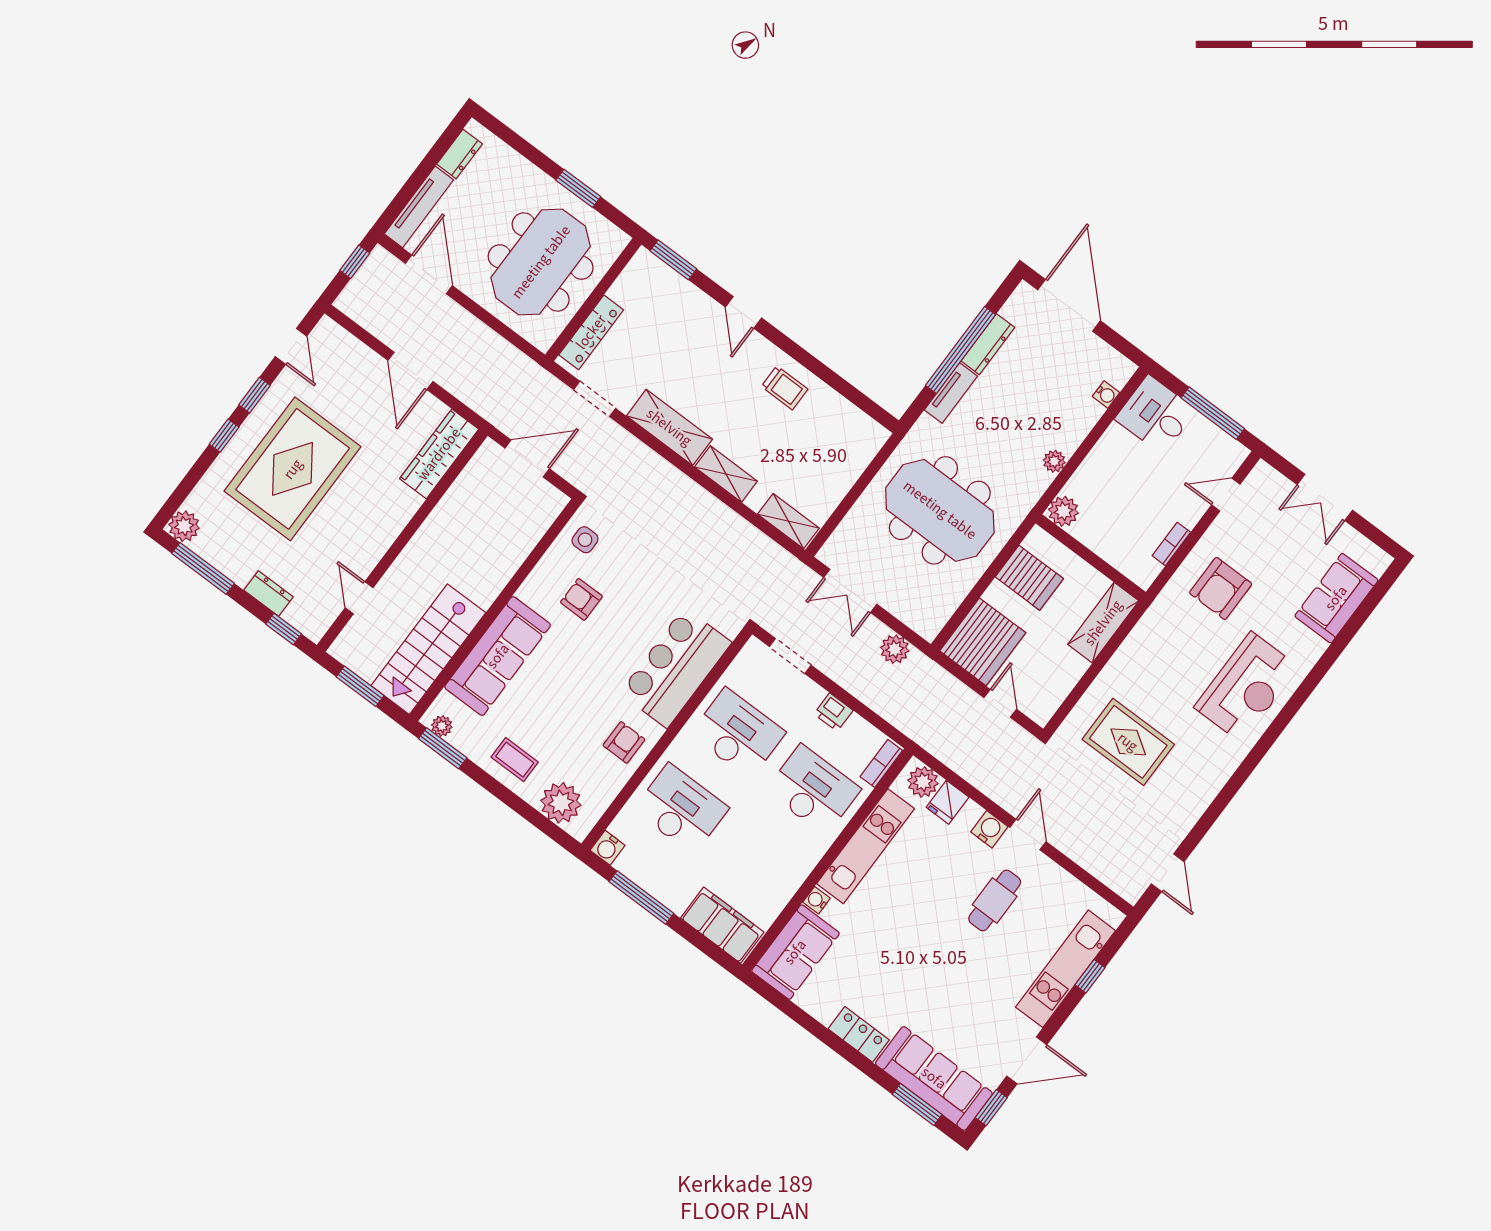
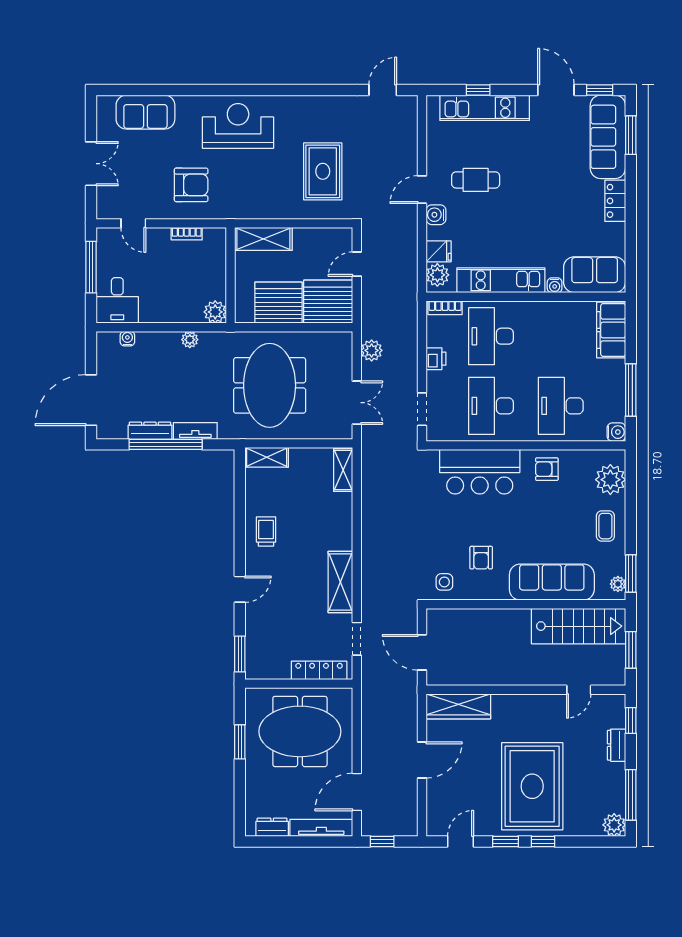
rug: (293, 469) -> (532, 786), turned 90
shelving: (726, 474) -> (267, 457), moved, turned 90
server rack: (1029, 578) -> (278, 303), width x1.60

